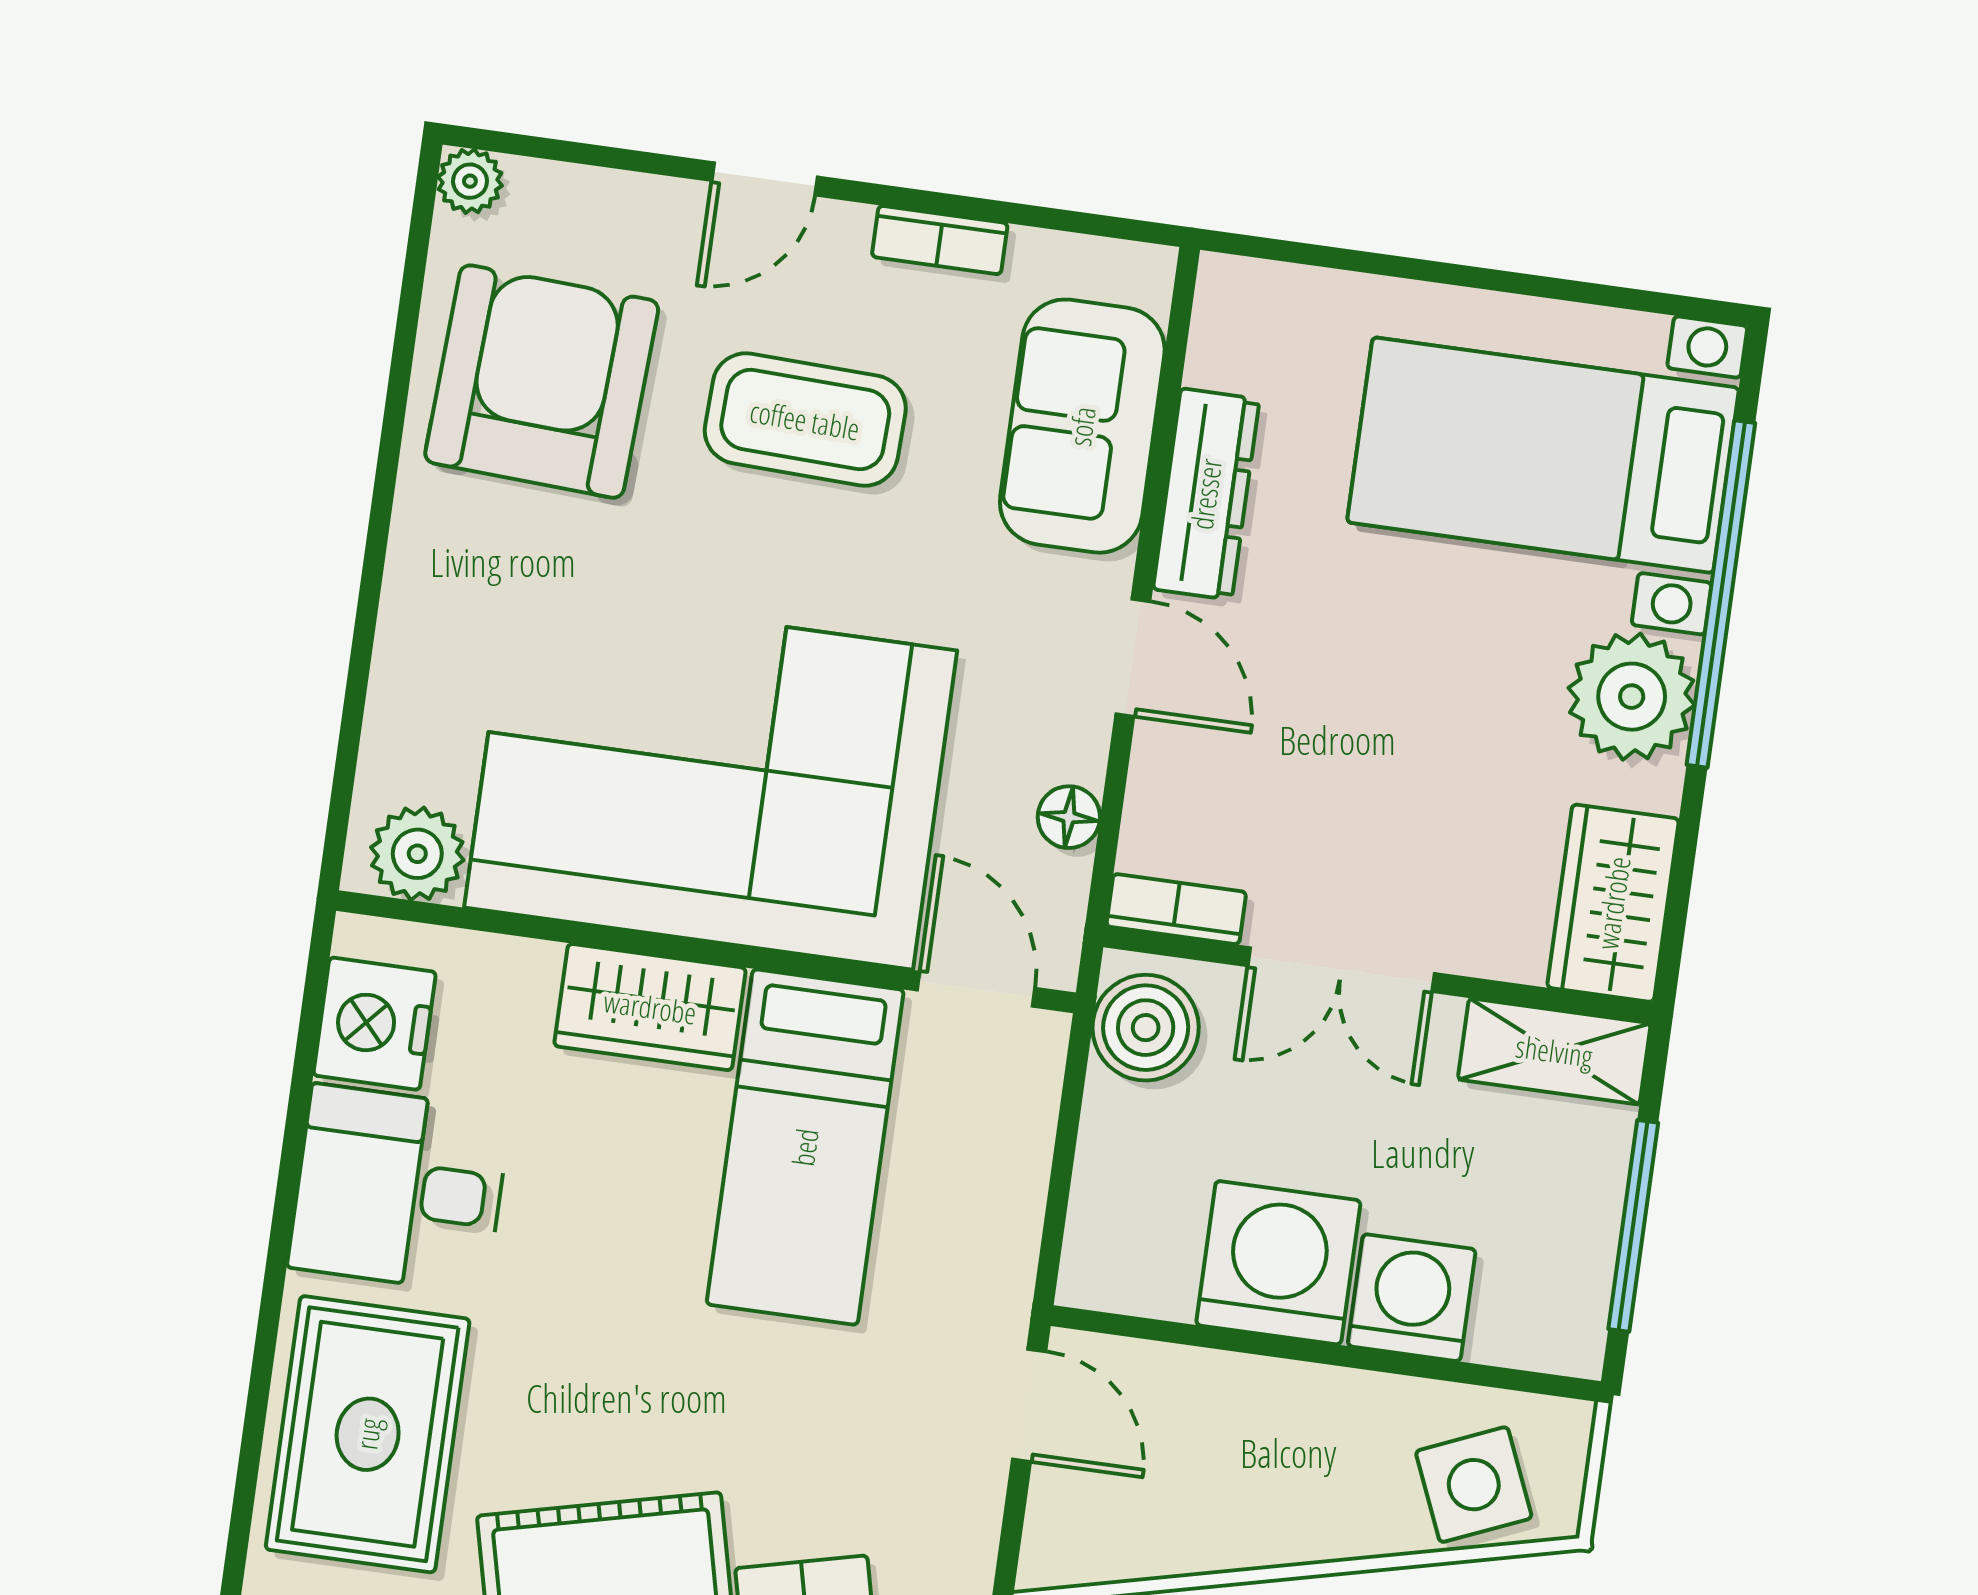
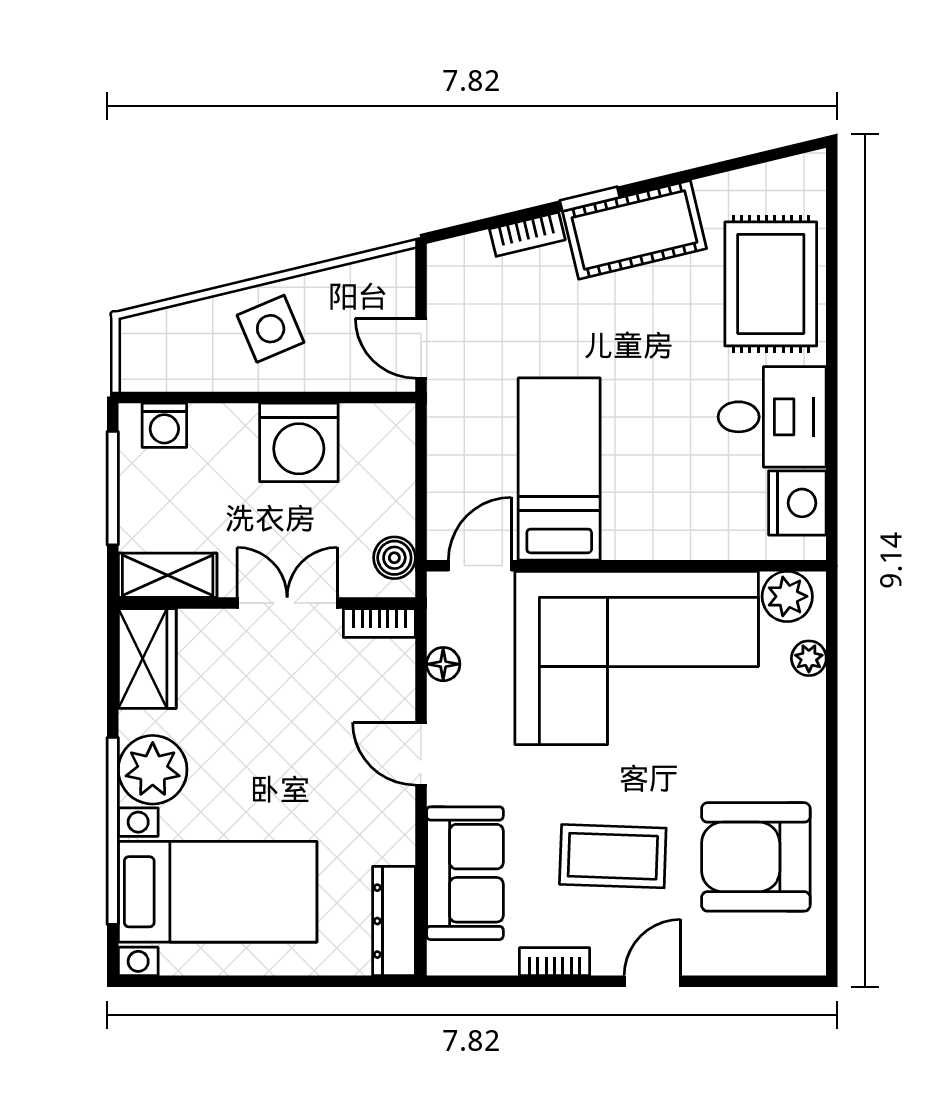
plant: (470, 181) -> (809, 658), moved
armchair: (542, 382) -> (756, 857), turned 87
dresser: (1206, 494) -> (394, 921), moved
door: (976, 989) -> (480, 566), swing flipped
wardrobe: (650, 1007) -> (652, 532), removed
boiler: (1146, 1028) -> (394, 558), width x0.73, depth x0.73
washing machine: (1412, 1298) -> (164, 425), moved, width x0.73, depth x0.73
side table: (1474, 1485) -> (271, 329), moved

